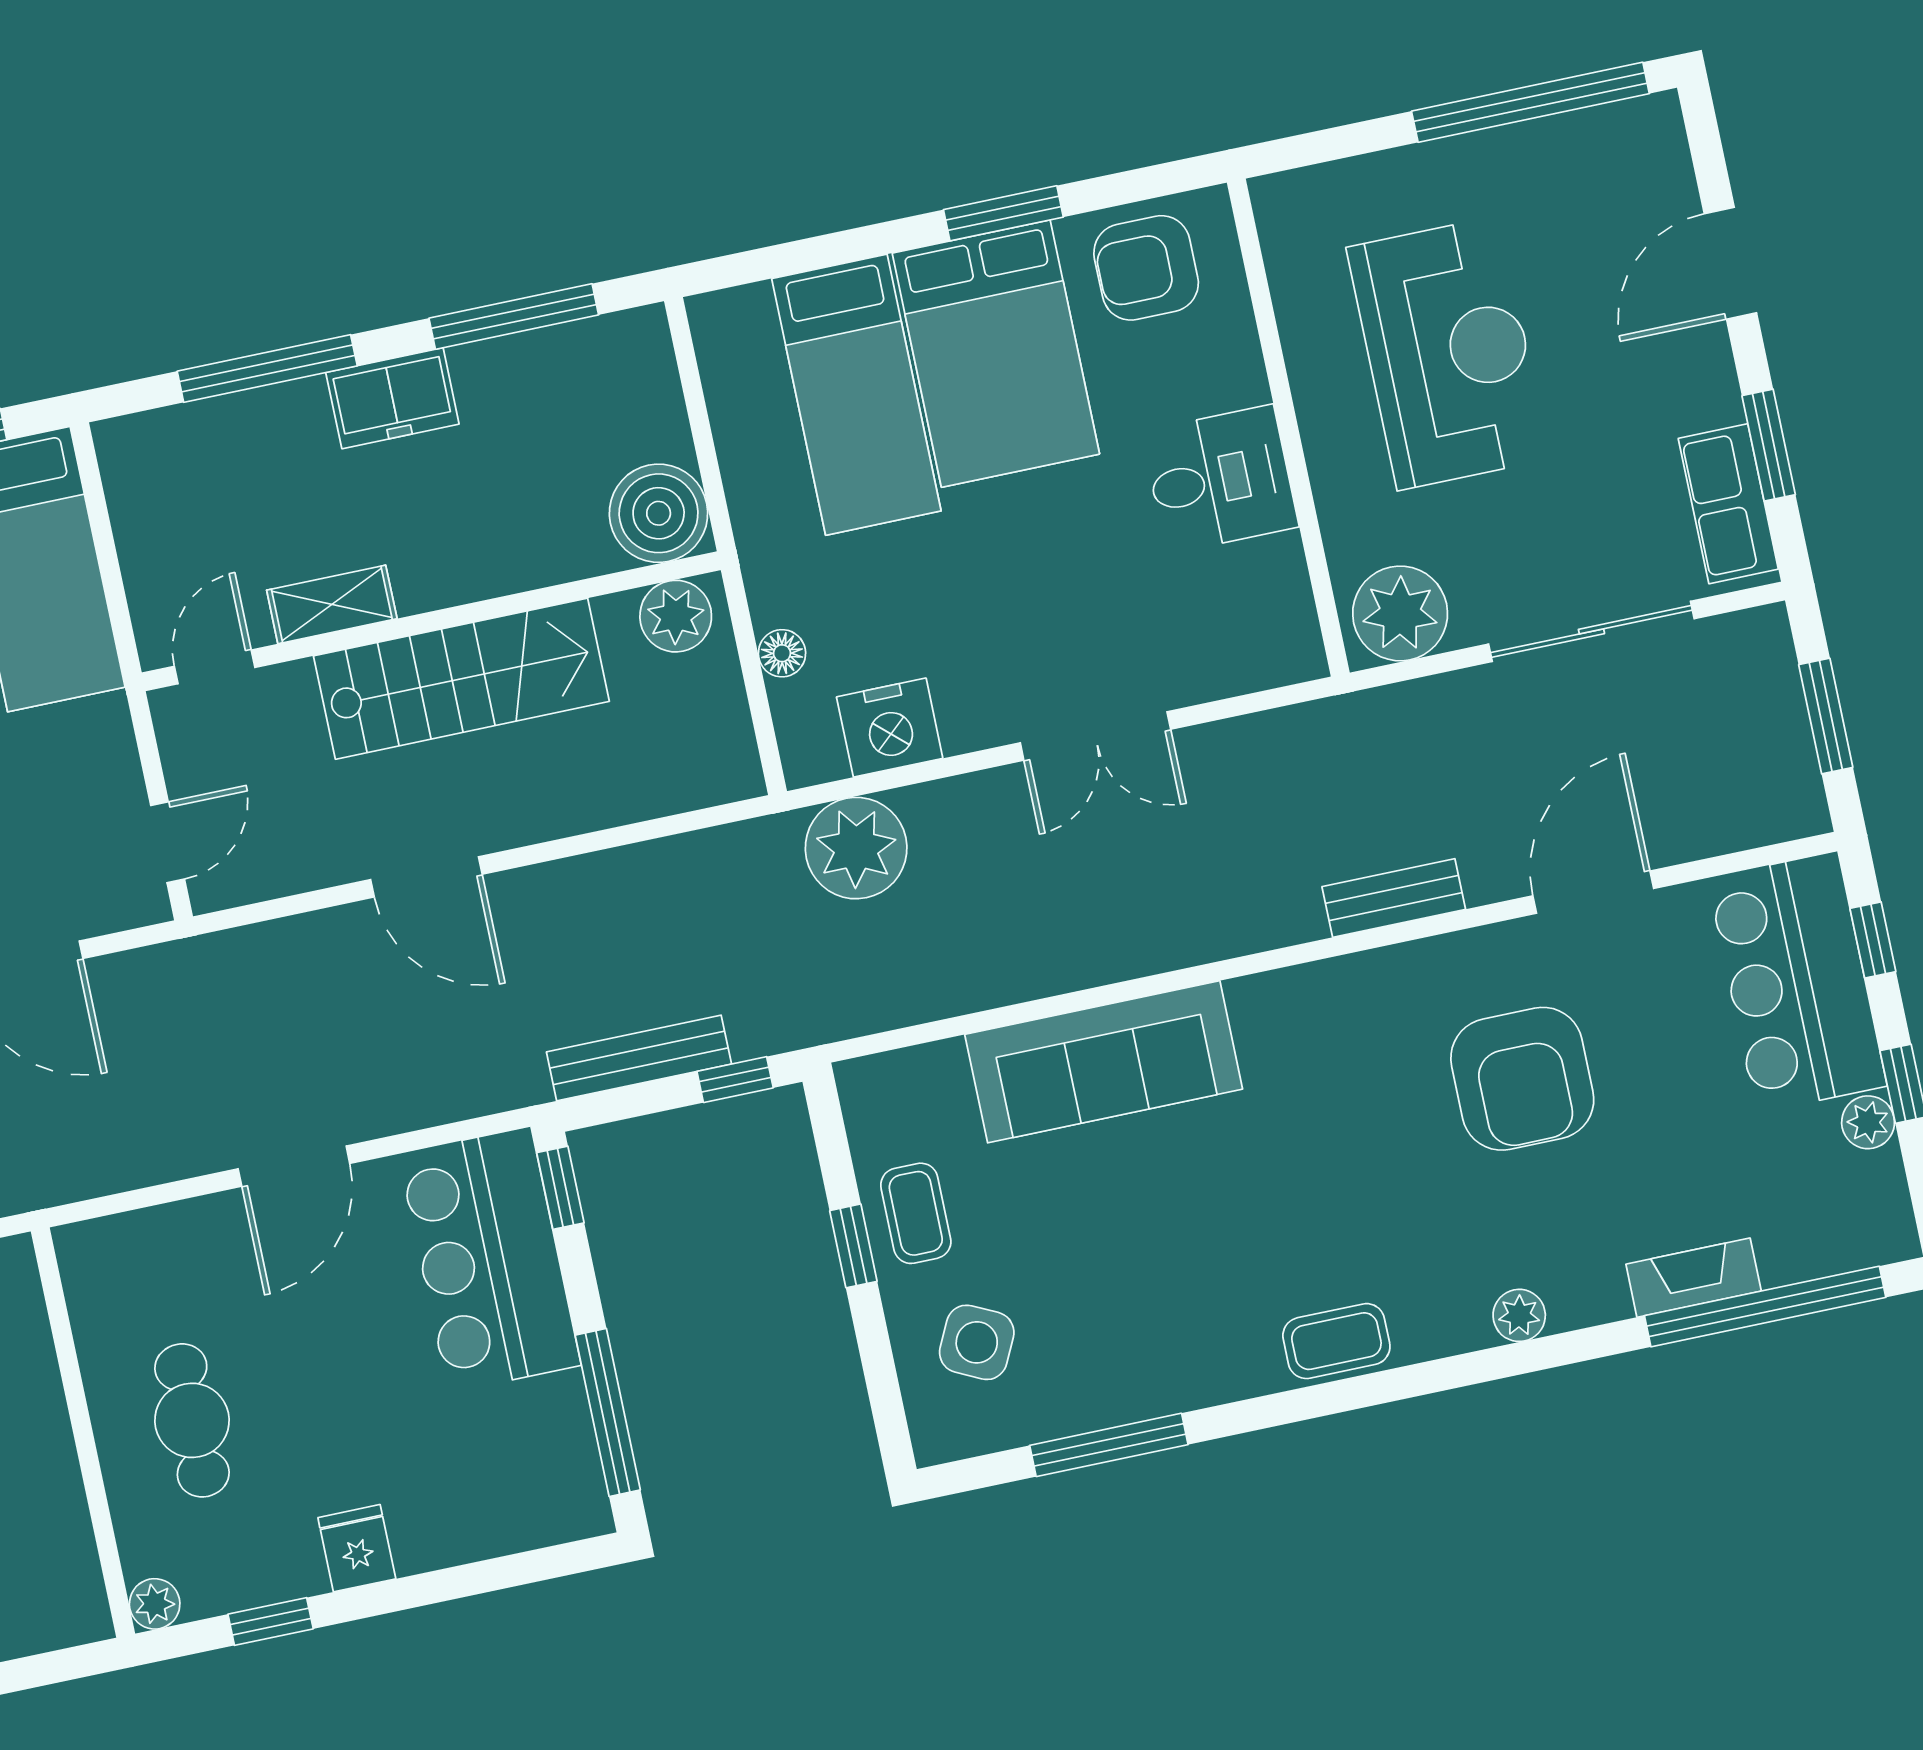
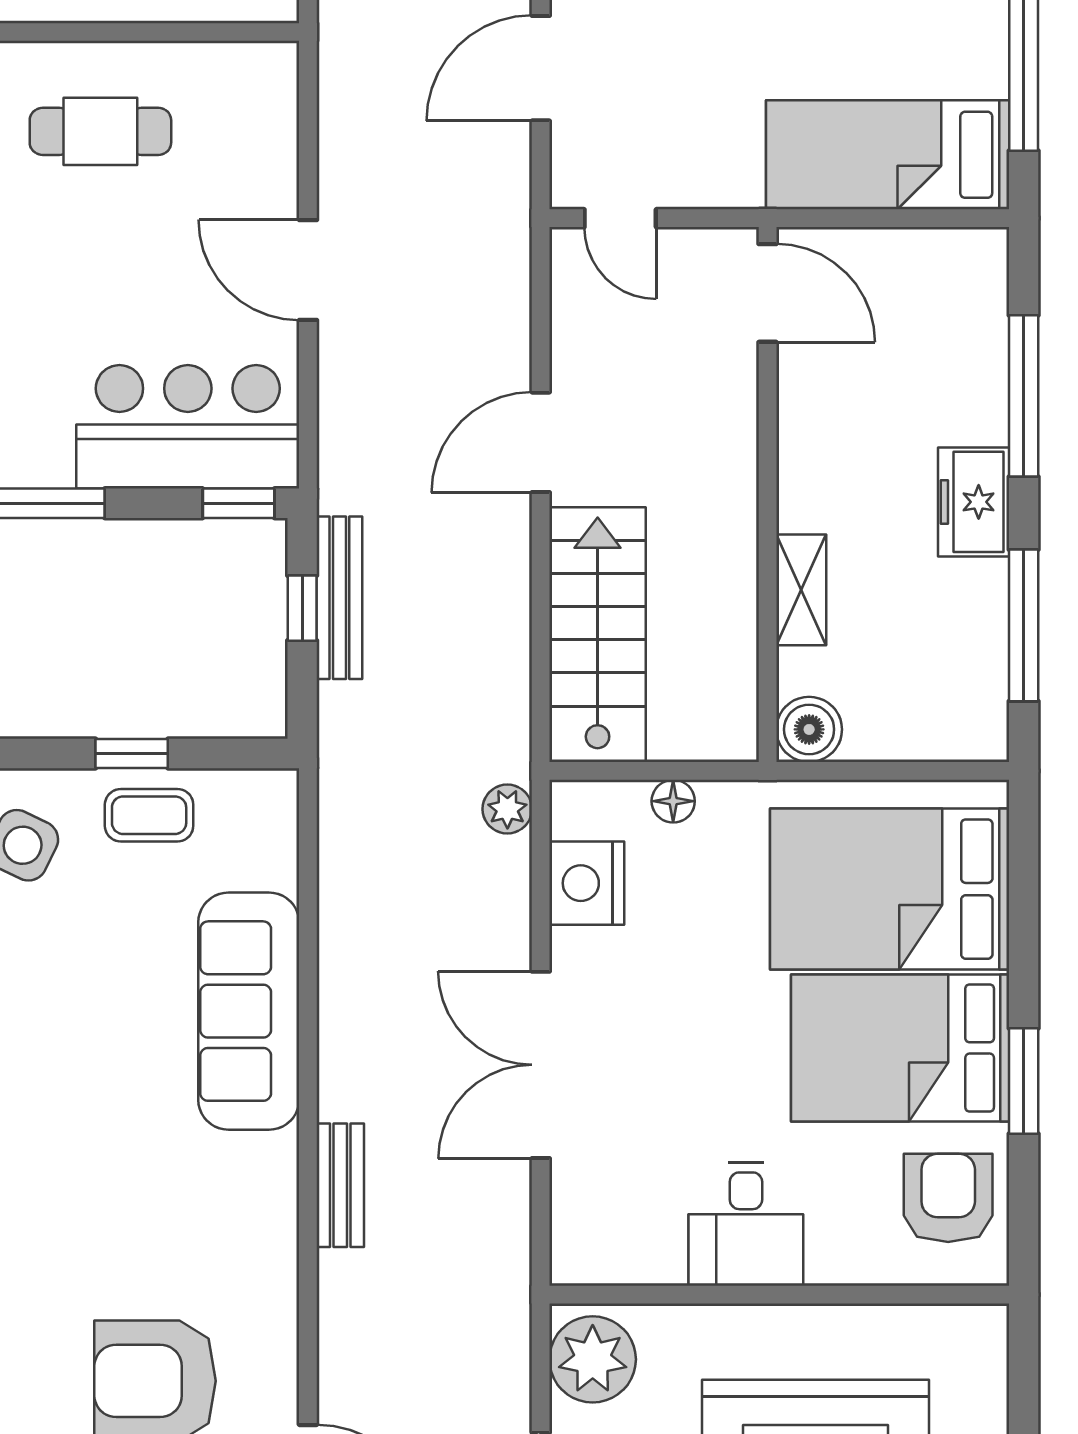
bed: (856, 395) -> (890, 889), width x1.50
boiler: (659, 513) -> (809, 729), width x0.73, depth x0.73
shelving: (332, 604) -> (801, 590), moved
plant: (676, 616) -> (726, 713), removed
door: (215, 667) -> (768, 293), width x1.38
stairs: (461, 679) -> (598, 635), moved, turned 180
double door: (1095, 736) -> (541, 1065), width x1.37
plant: (856, 848) -> (507, 809), width x0.53, depth x0.53
bench: (1394, 898) -> (340, 1185), moved
window: (735, 1080) -> (302, 608), moved

